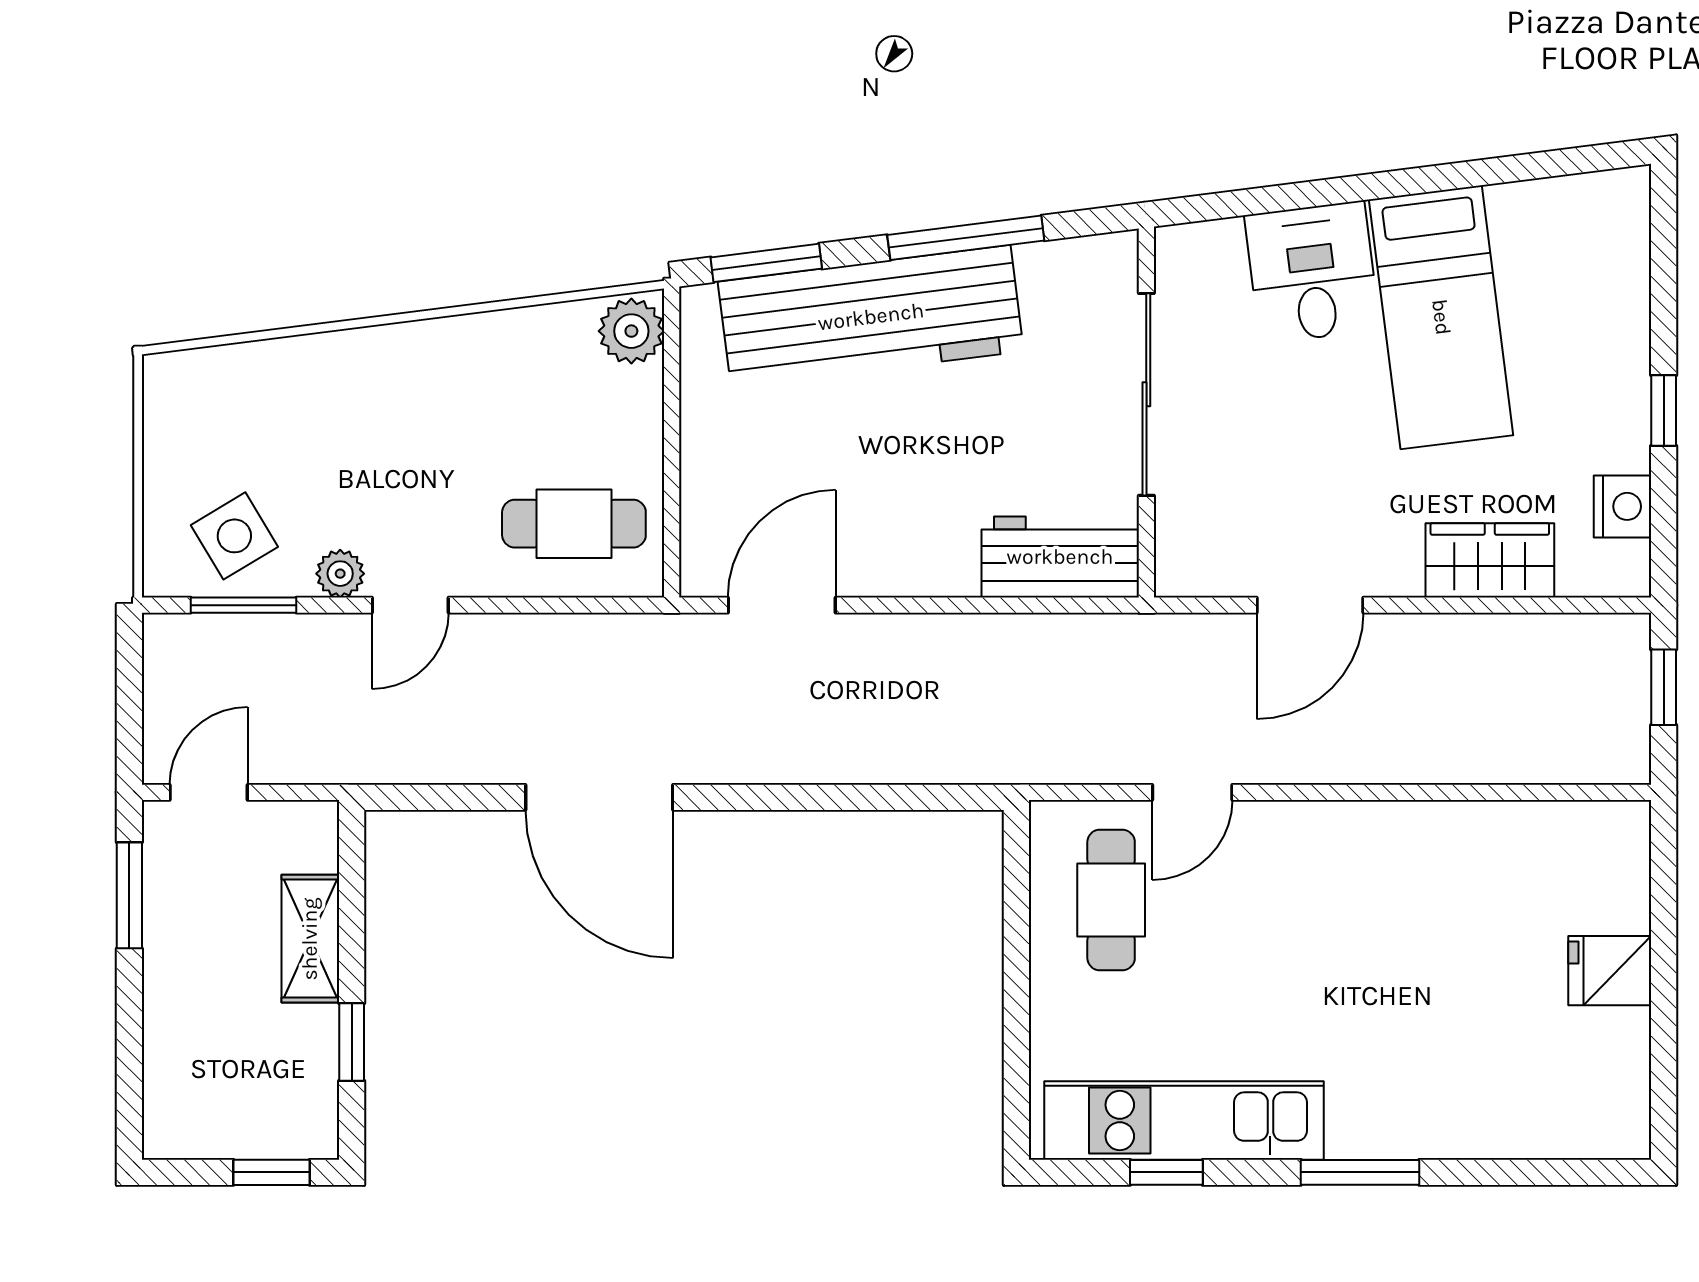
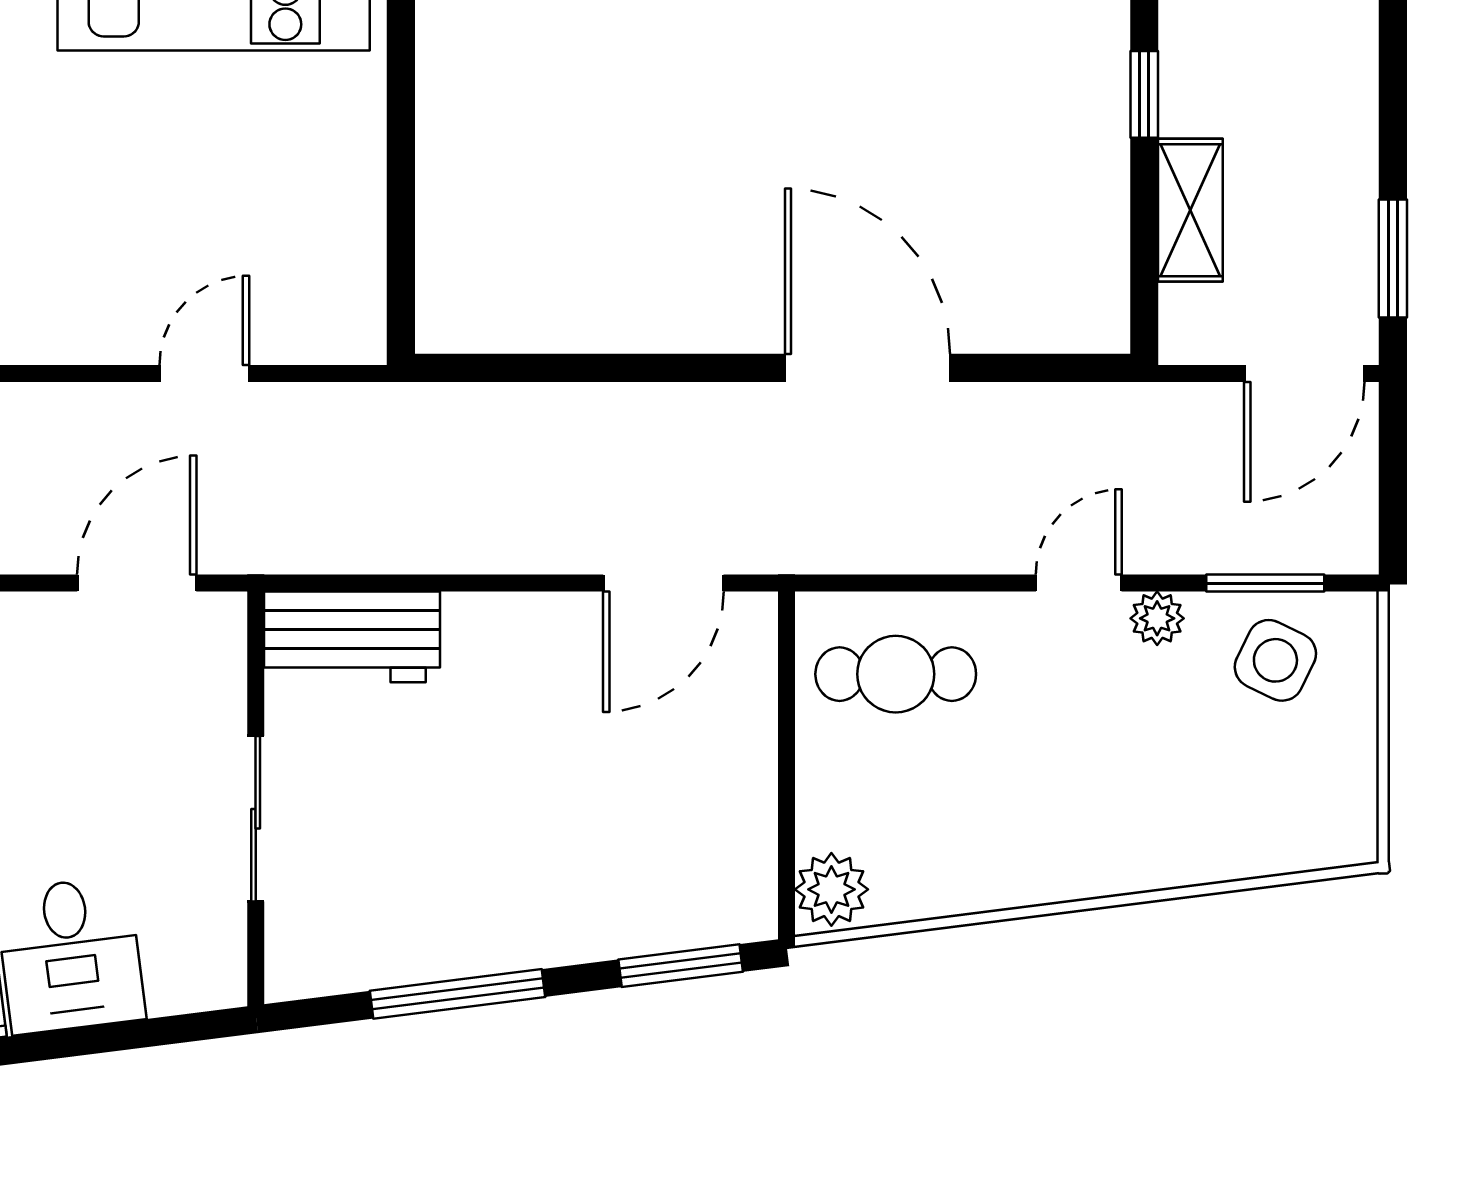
workbench: (871, 317) -> (564, 906), removed
sliding door: (1146, 394) -> (256, 819), width x0.73
side table: (234, 536) -> (1275, 660), turned -33
door: (1310, 605) -> (137, 583), moved
door: (209, 792) -> (1304, 374), width x1.38
cafe table: (1111, 900) -> (295, 253), removed

